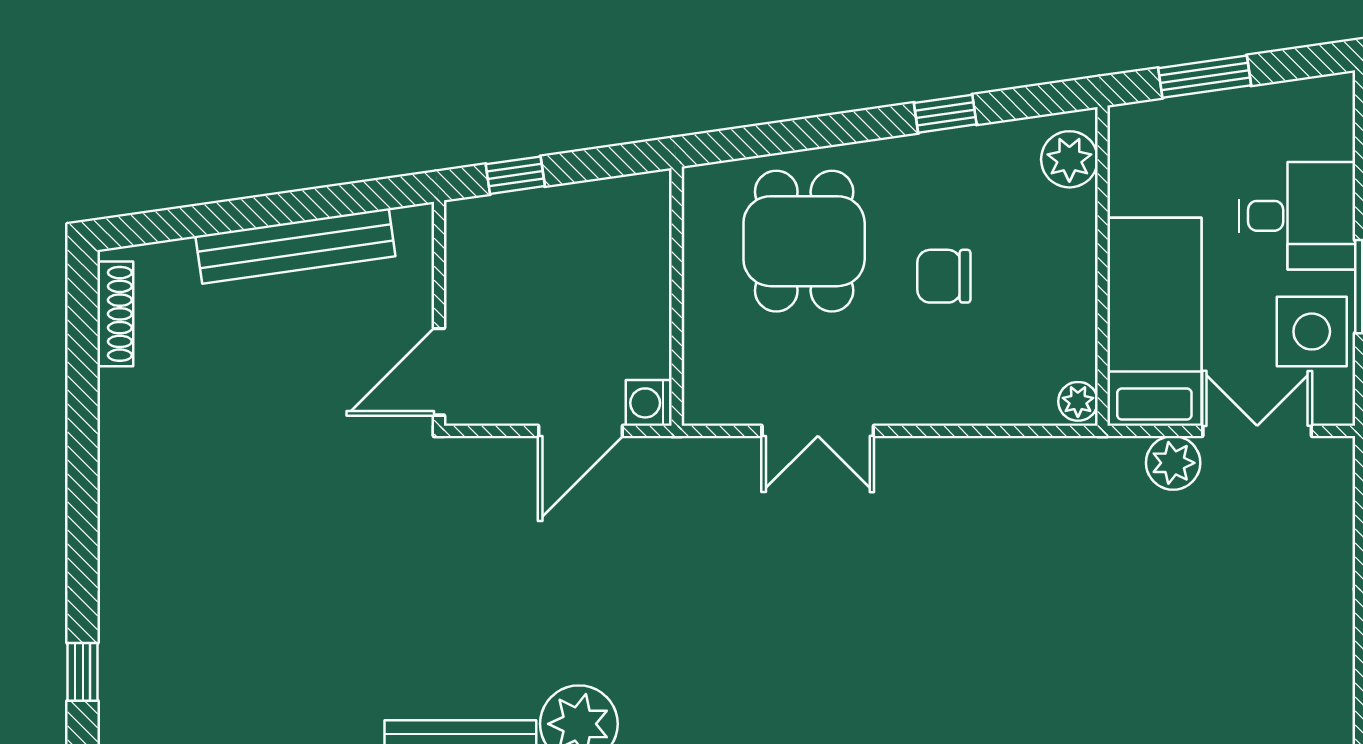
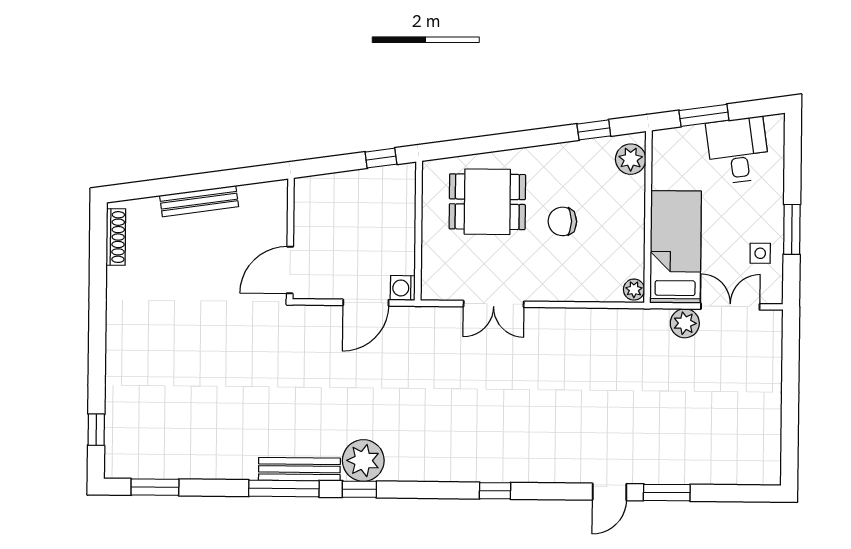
window: (945, 114) -> (594, 130), moved
window: (515, 175) -> (381, 158), moved
desk: (1297, 216) -> (738, 151), moved, turned -98
dining table: (804, 241) -> (487, 202), turned 90
bench: (295, 246) -> (199, 201), width x0.73, depth x0.82
side table: (1312, 332) -> (760, 253), width x0.54, depth x0.54

